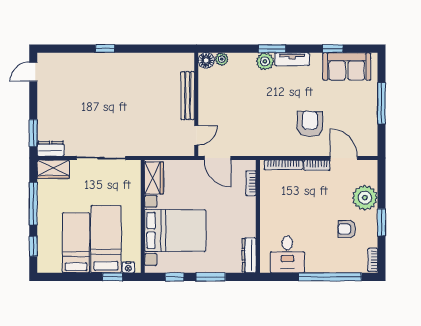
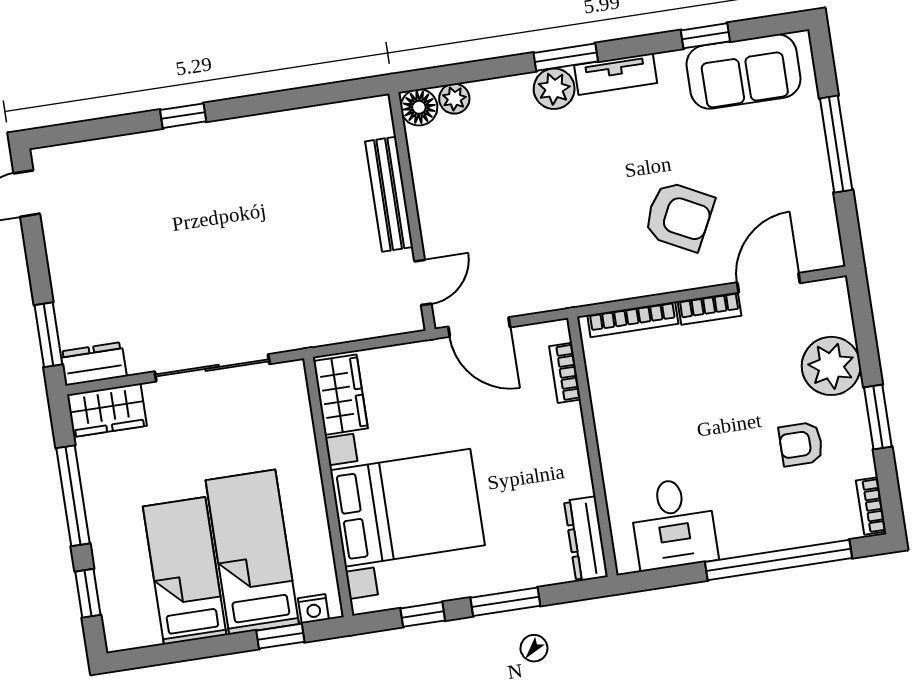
armchair: (310, 124) -> (679, 216), turned 115
door: (344, 158) -> (769, 283), hinge flipped

